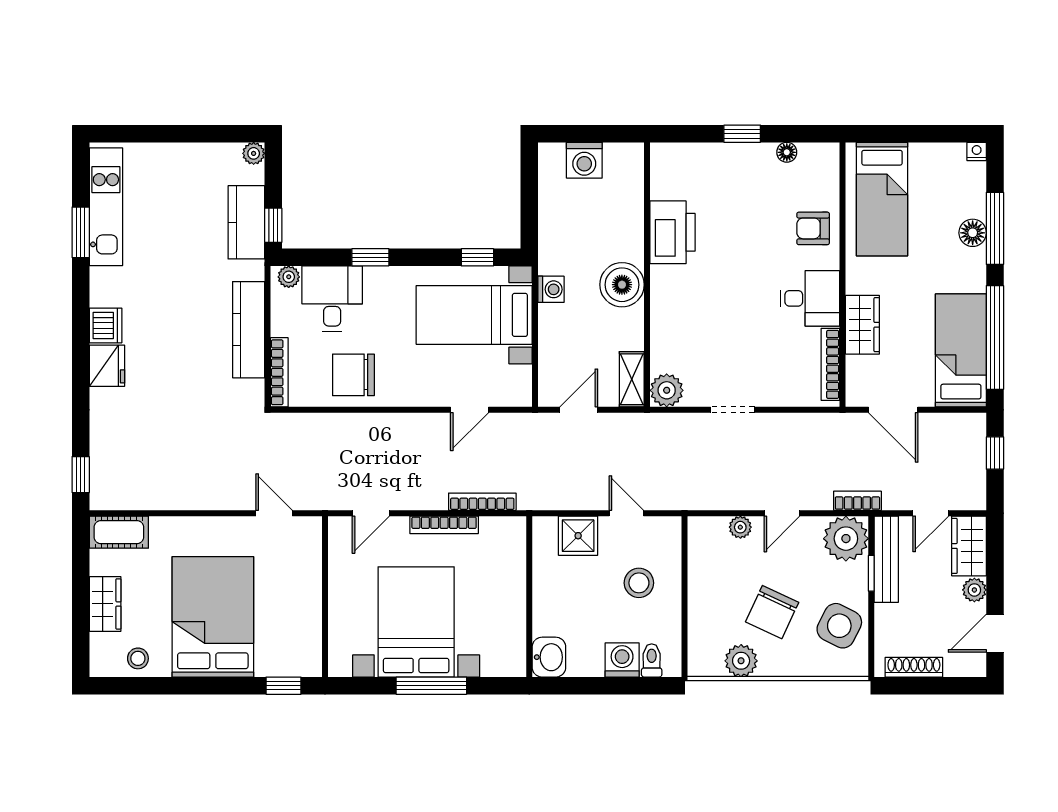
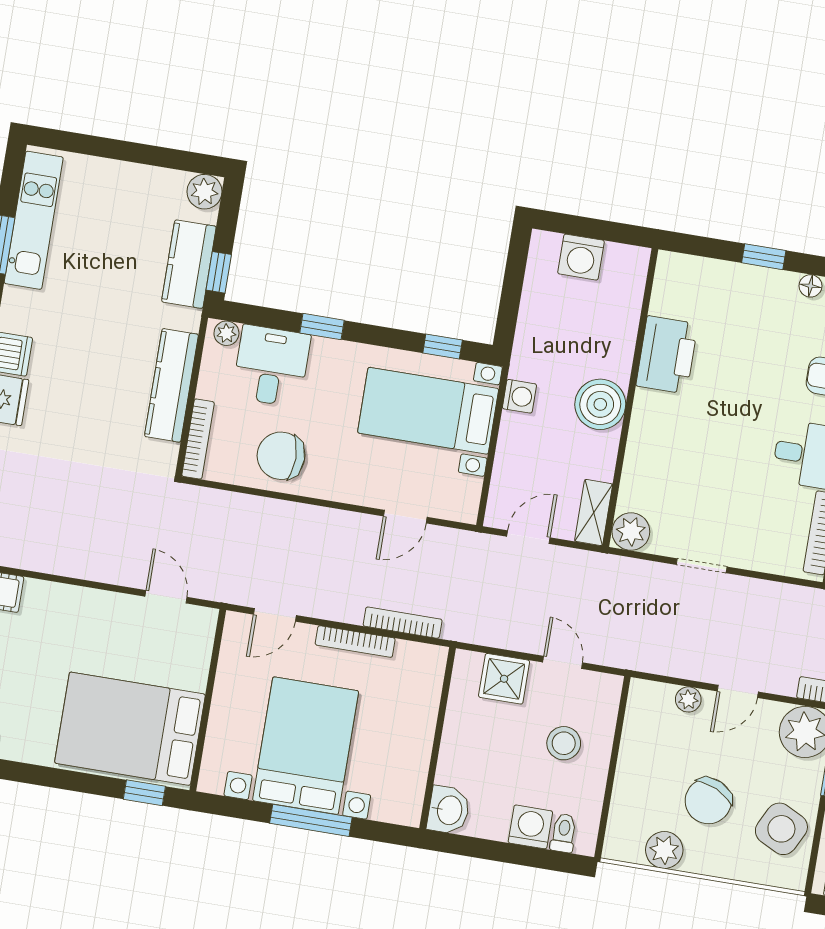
plant: (254, 153) -> (204, 192), width x1.38, depth x1.38
bed: (213, 617) -> (130, 729), moved, turned -90

